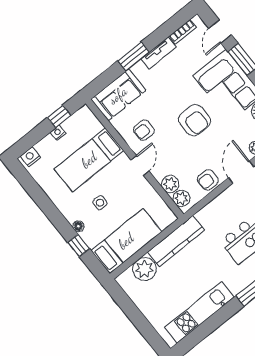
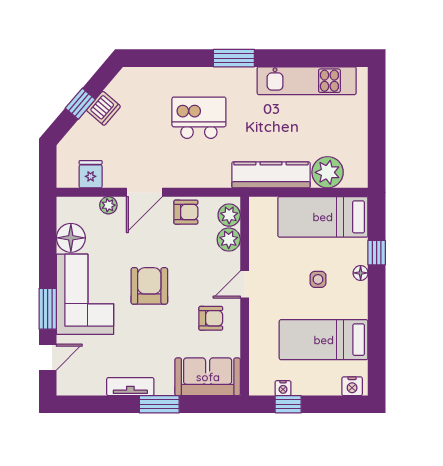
bookcase: (183, 32) -> (87, 388), removed
nightstand: (58, 133) -> (283, 388), moved
bed: (89, 160) -> (324, 340), moved, turned 180

